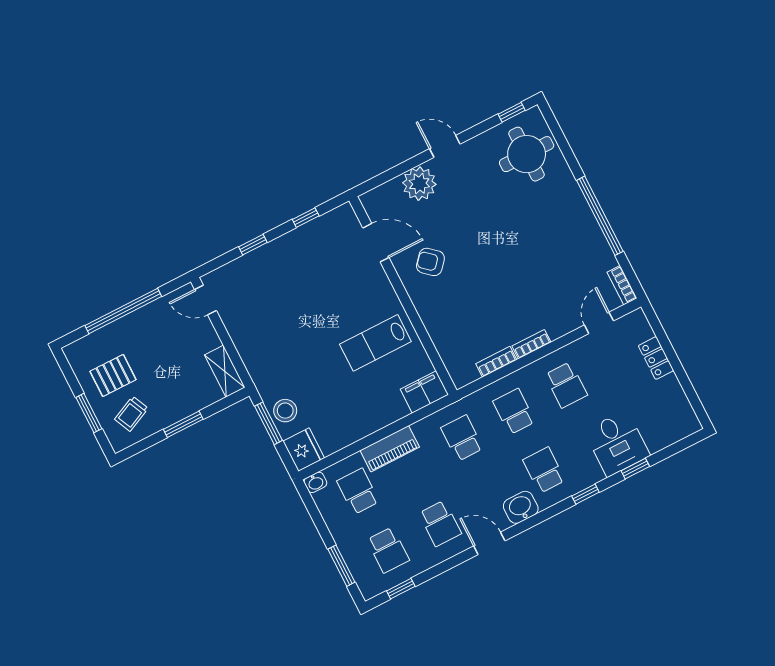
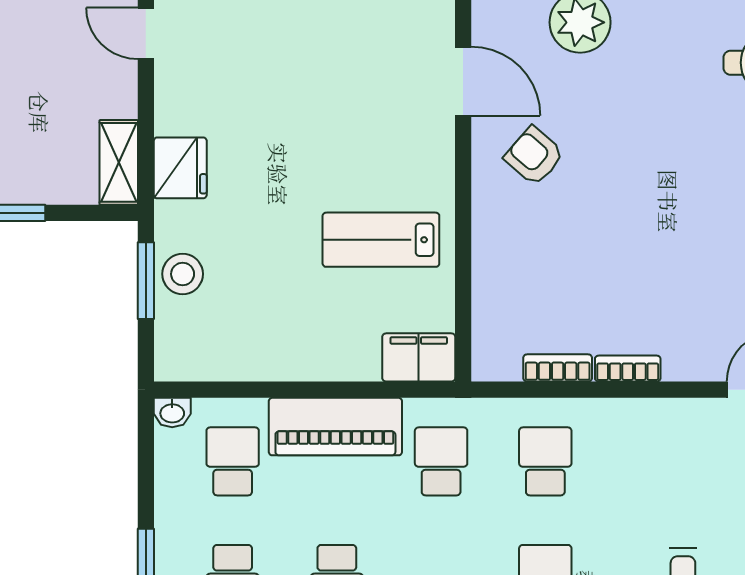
school desk: (566, 385) -> (650, 461), removed
piano: (390, 449) -> (335, 427), width x1.37, depth x1.33
fridge: (304, 450) -> (180, 168), moved

